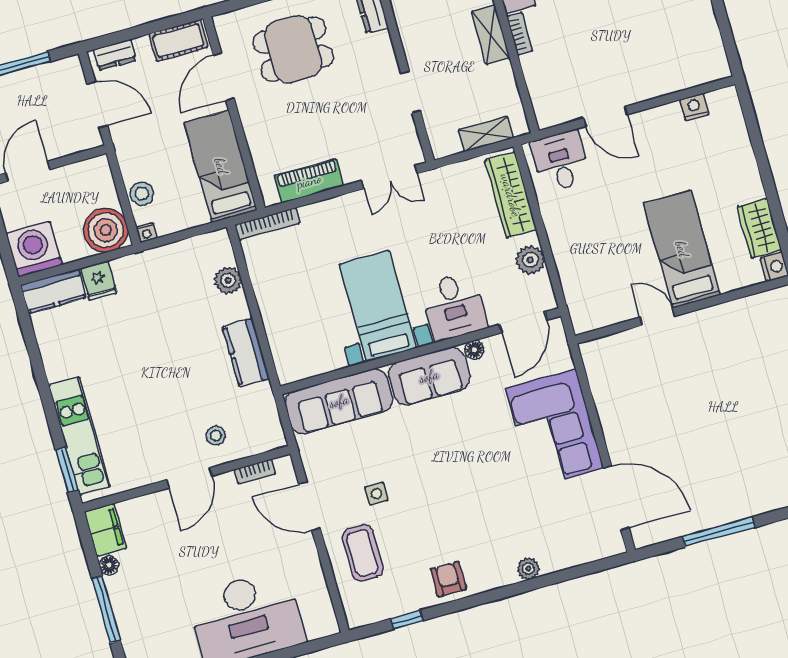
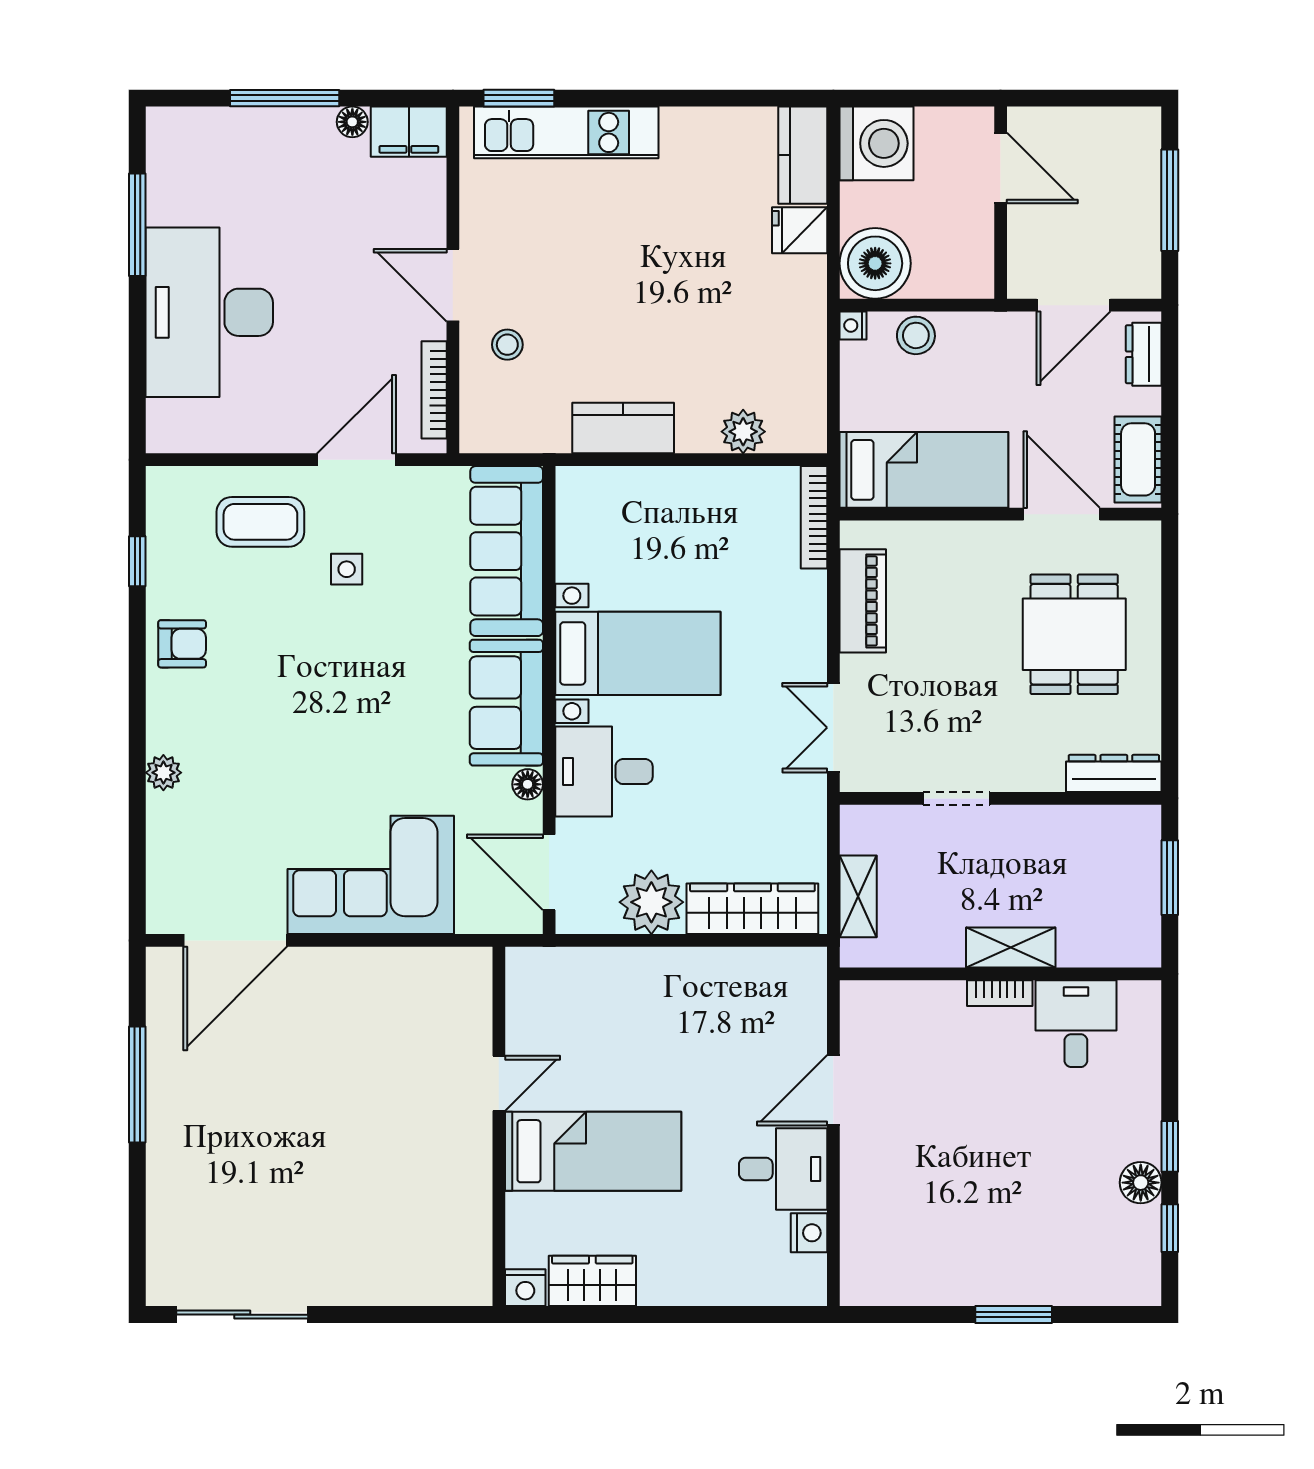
desk: (560, 161) -> (783, 1169), moved
plant: (530, 260) -> (651, 902), width x1.36, depth x1.36
bookcase: (255, 471) -> (434, 390), width x1.56

